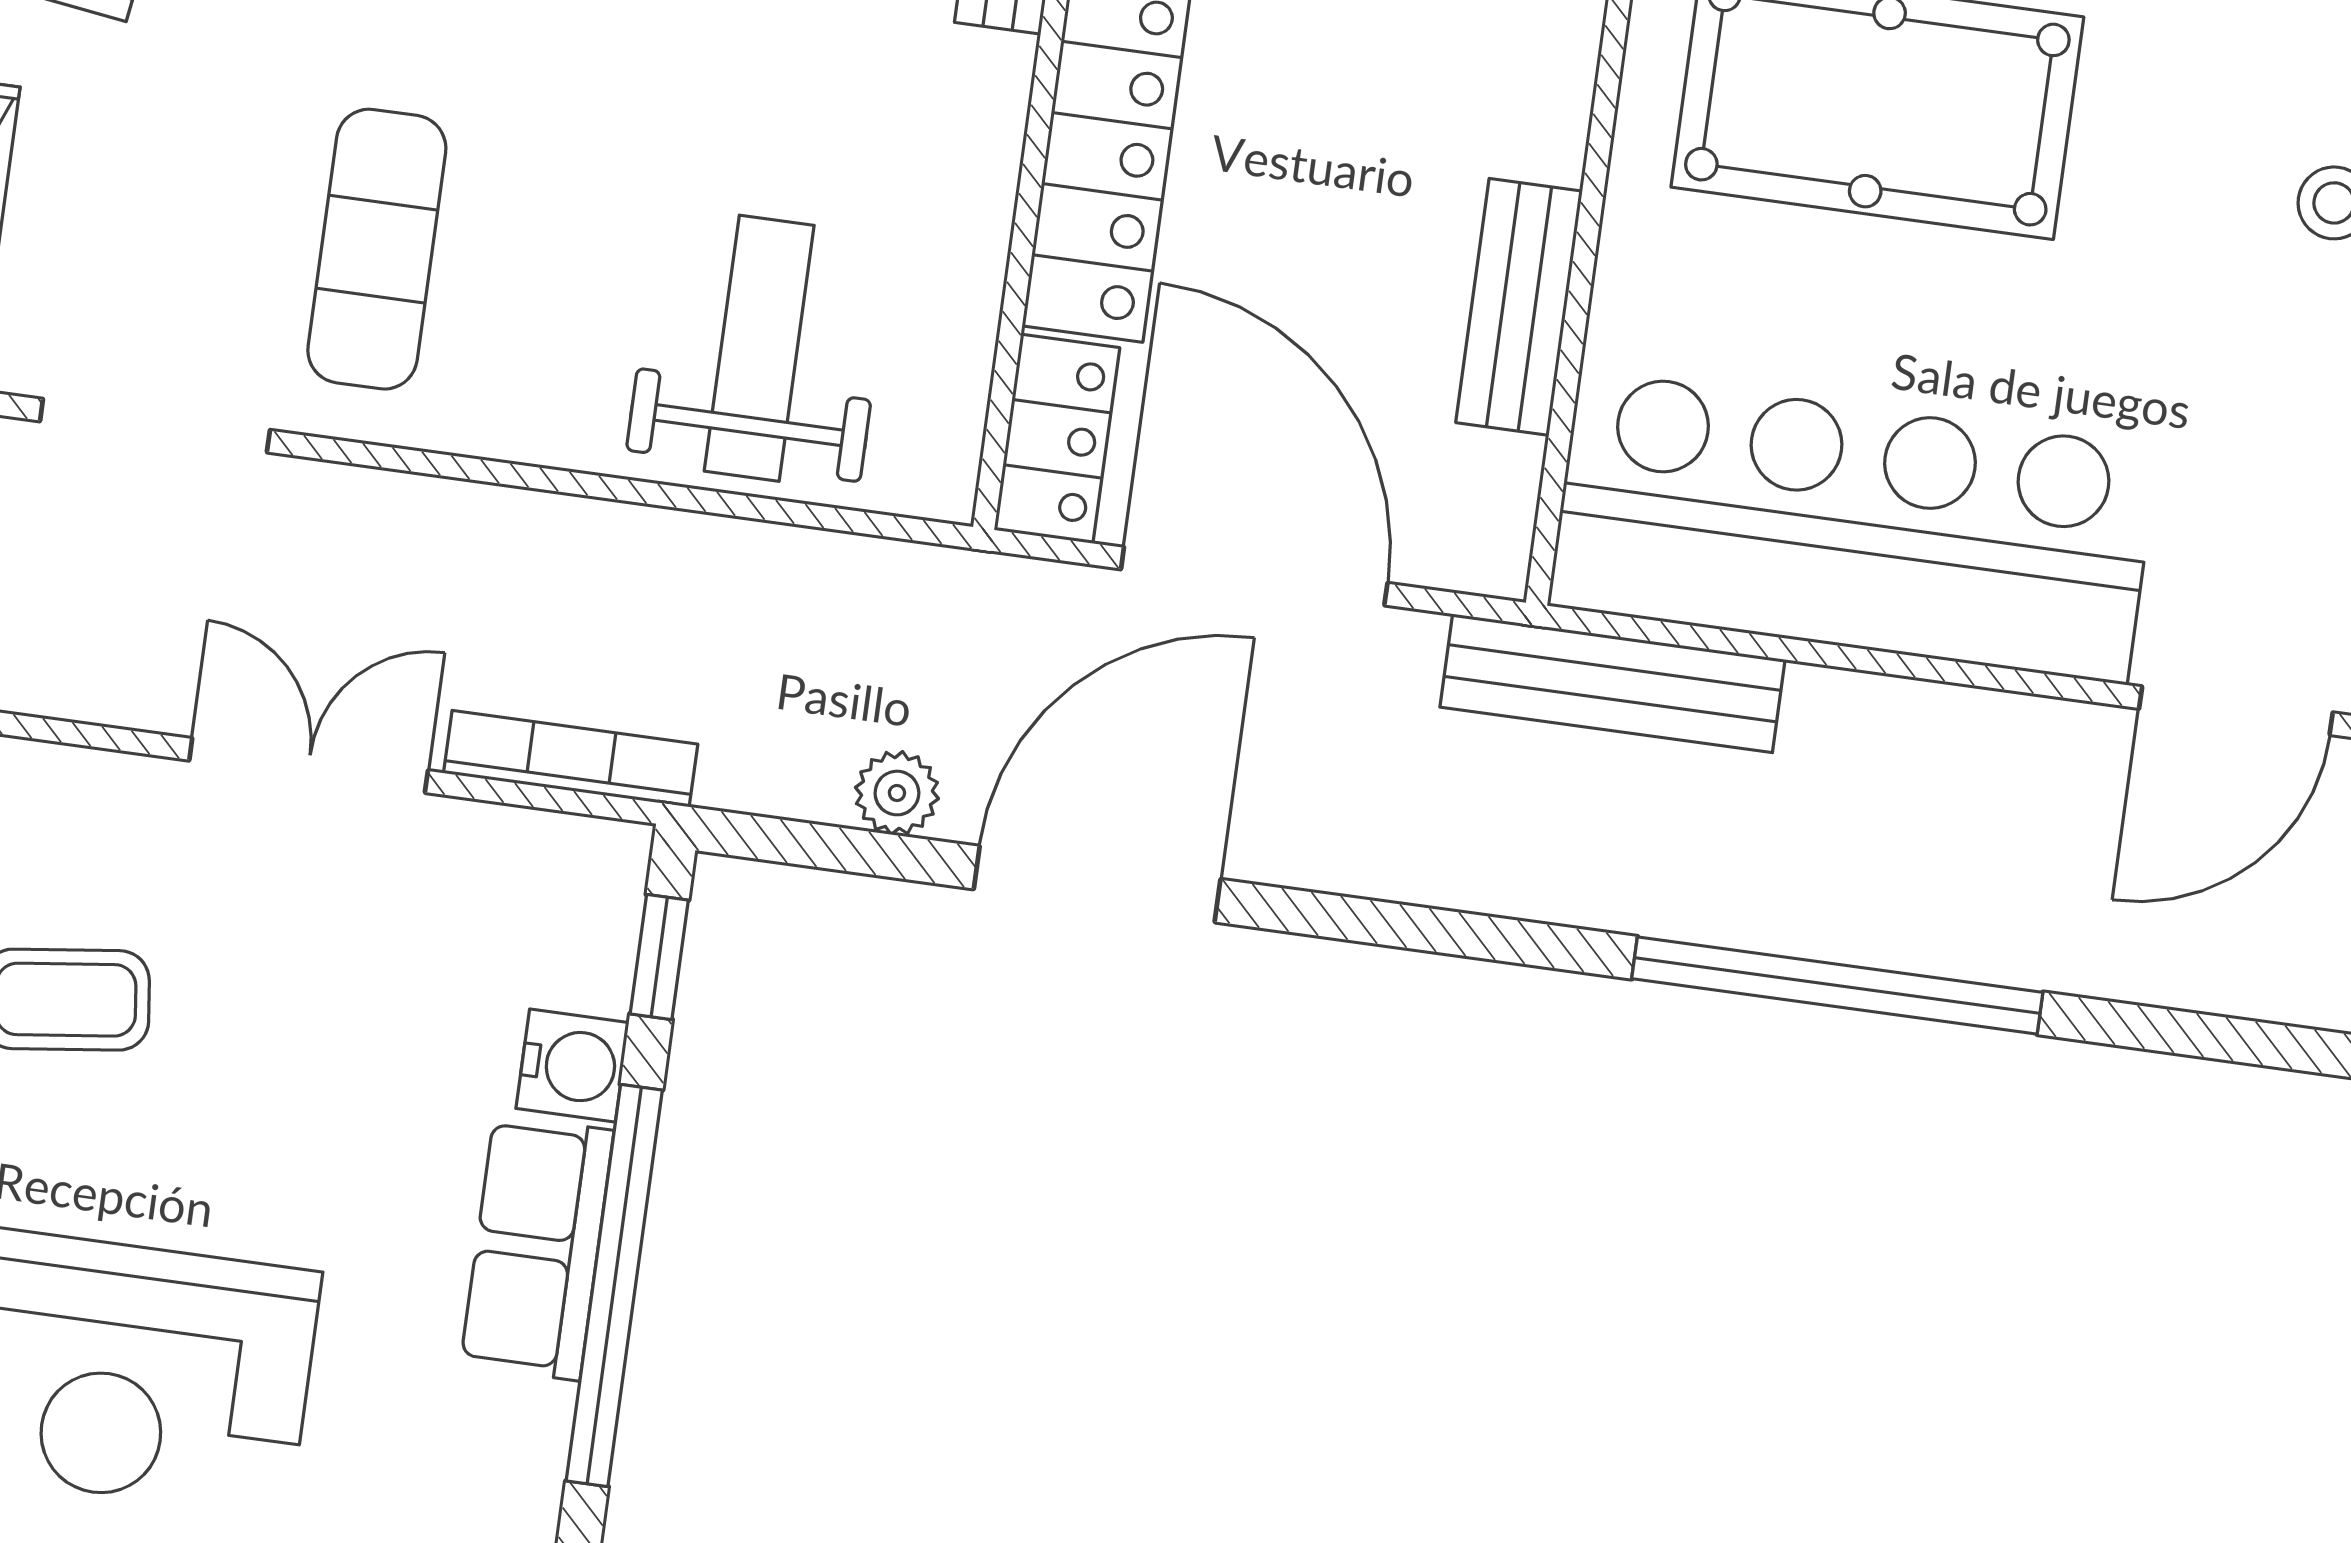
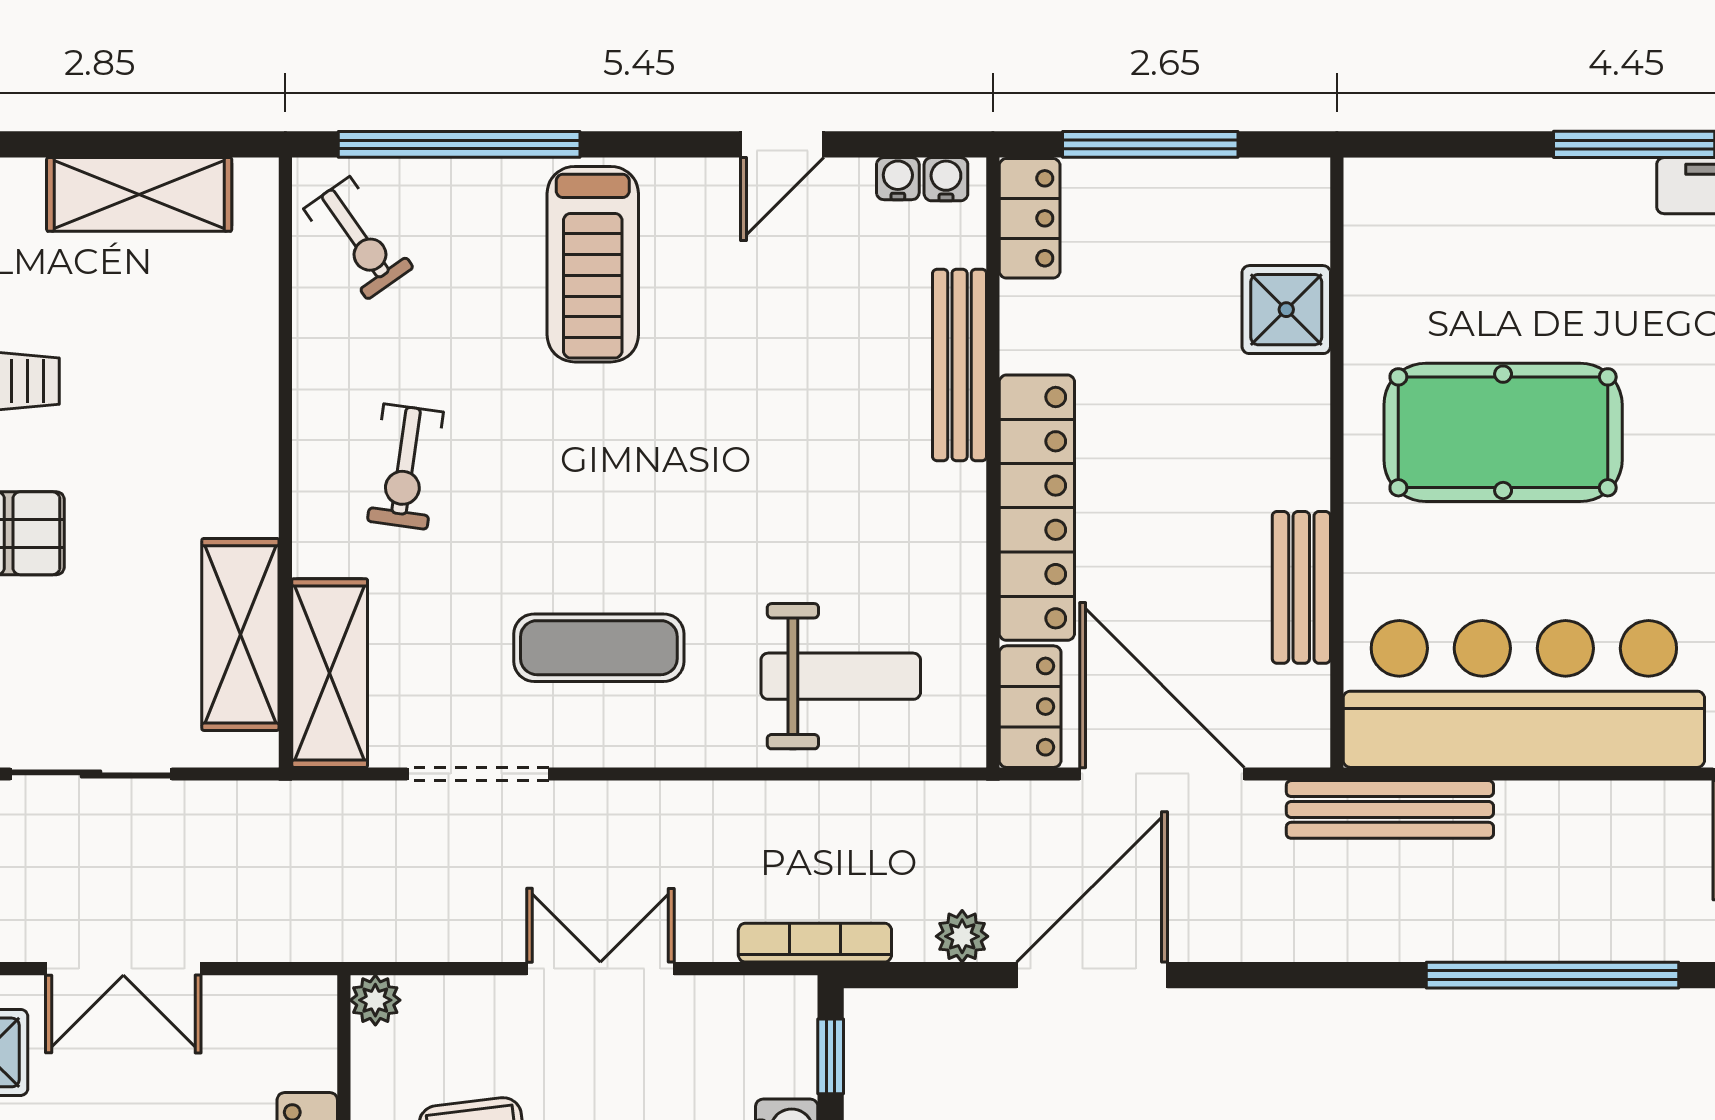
exercise mat: (377, 249) -> (599, 648), turned 90
weight bench: (759, 348) -> (841, 676), turned 90
bookcase: (571, 759) -> (815, 943), moved

